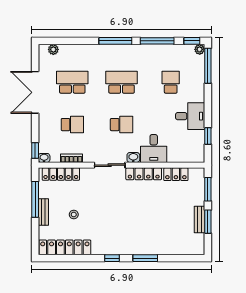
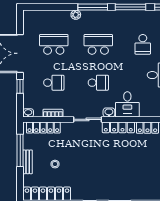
plant: (53, 49) -> (76, 15), moved
school desk: (171, 82) -> (143, 44), turned 180
window: (35, 151) -> (20, 86), moved

